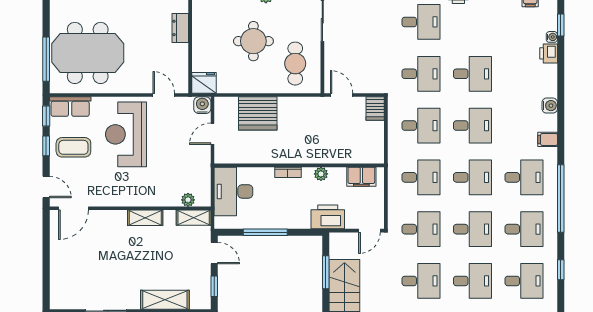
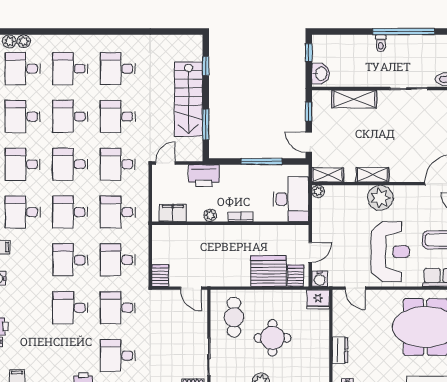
server rack: (228, 108) -> (296, 276), added
plant: (137, 193) -> (380, 198), added
plant: (188, 200) -> (318, 191), moved

